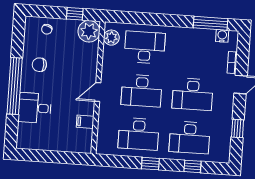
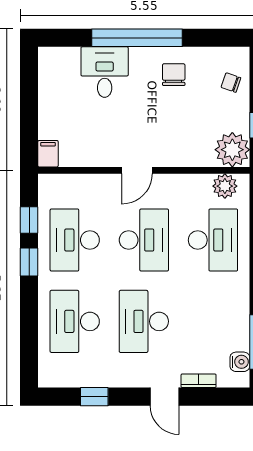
desk: (142, 91) -> (144, 240), turned 180
door: (98, 92) -> (137, 170), swing flipped
filing cabinet: (85, 122) -> (48, 154), moved
window: (192, 166) -> (29, 220), moved

